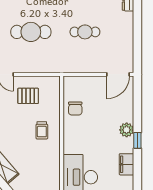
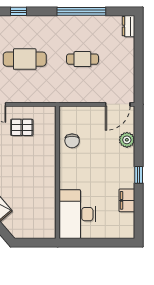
trolley: (42, 130) -> (36, 164), removed
plant: (127, 130) -> (127, 140), moved

